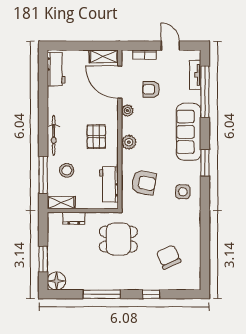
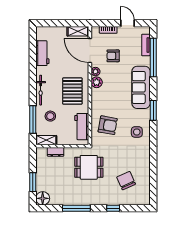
workbench: (56, 69) -> (42, 53), moved
pallet: (96, 137) -> (72, 91), width x1.50, depth x1.42
plant: (129, 142) -> (97, 82), moved

